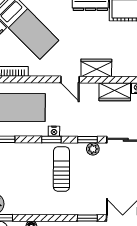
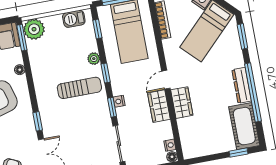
wardrobe: (115, 92) -> (159, 106), moved
nightstand: (54, 131) -> (119, 101), moved
plant: (93, 149) -> (94, 59), moved

